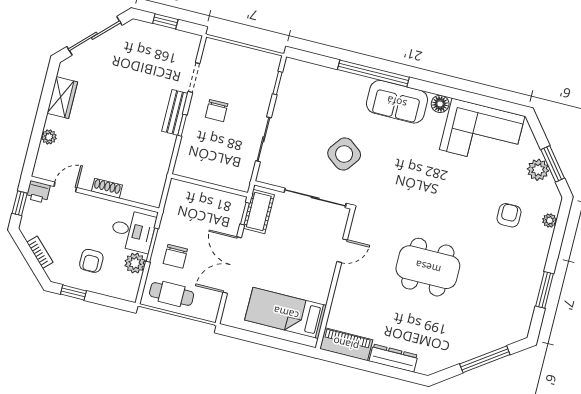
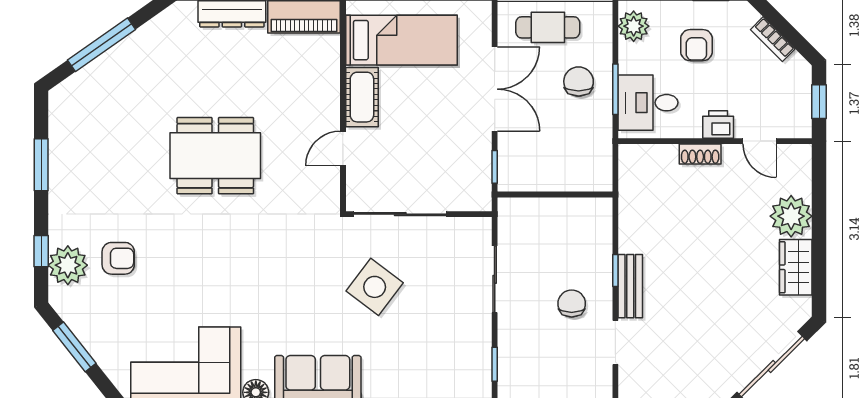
plant: (49, 137) -> (791, 216), width x1.87, depth x1.87
plant: (538, 170) -> (93, 333), removed
door: (65, 187) -> (760, 141), hinge flipped
printer: (38, 192) -> (718, 124), moved
cot: (259, 212) -> (362, 97), moved
armchair: (509, 215) -> (118, 258), turned -90
plant: (550, 220) -> (68, 265), width x1.88, depth x1.88
window: (559, 233) -> (41, 251), added
armchair: (91, 261) -> (696, 45), turned 180
plant: (135, 263) -> (634, 26), moved
cafe table: (172, 294) -> (548, 27), moved

